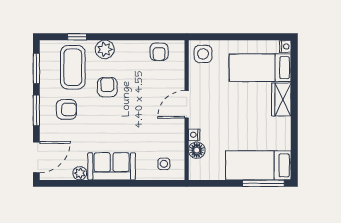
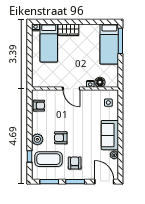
side table: (203, 54) -> (40, 78), removed

